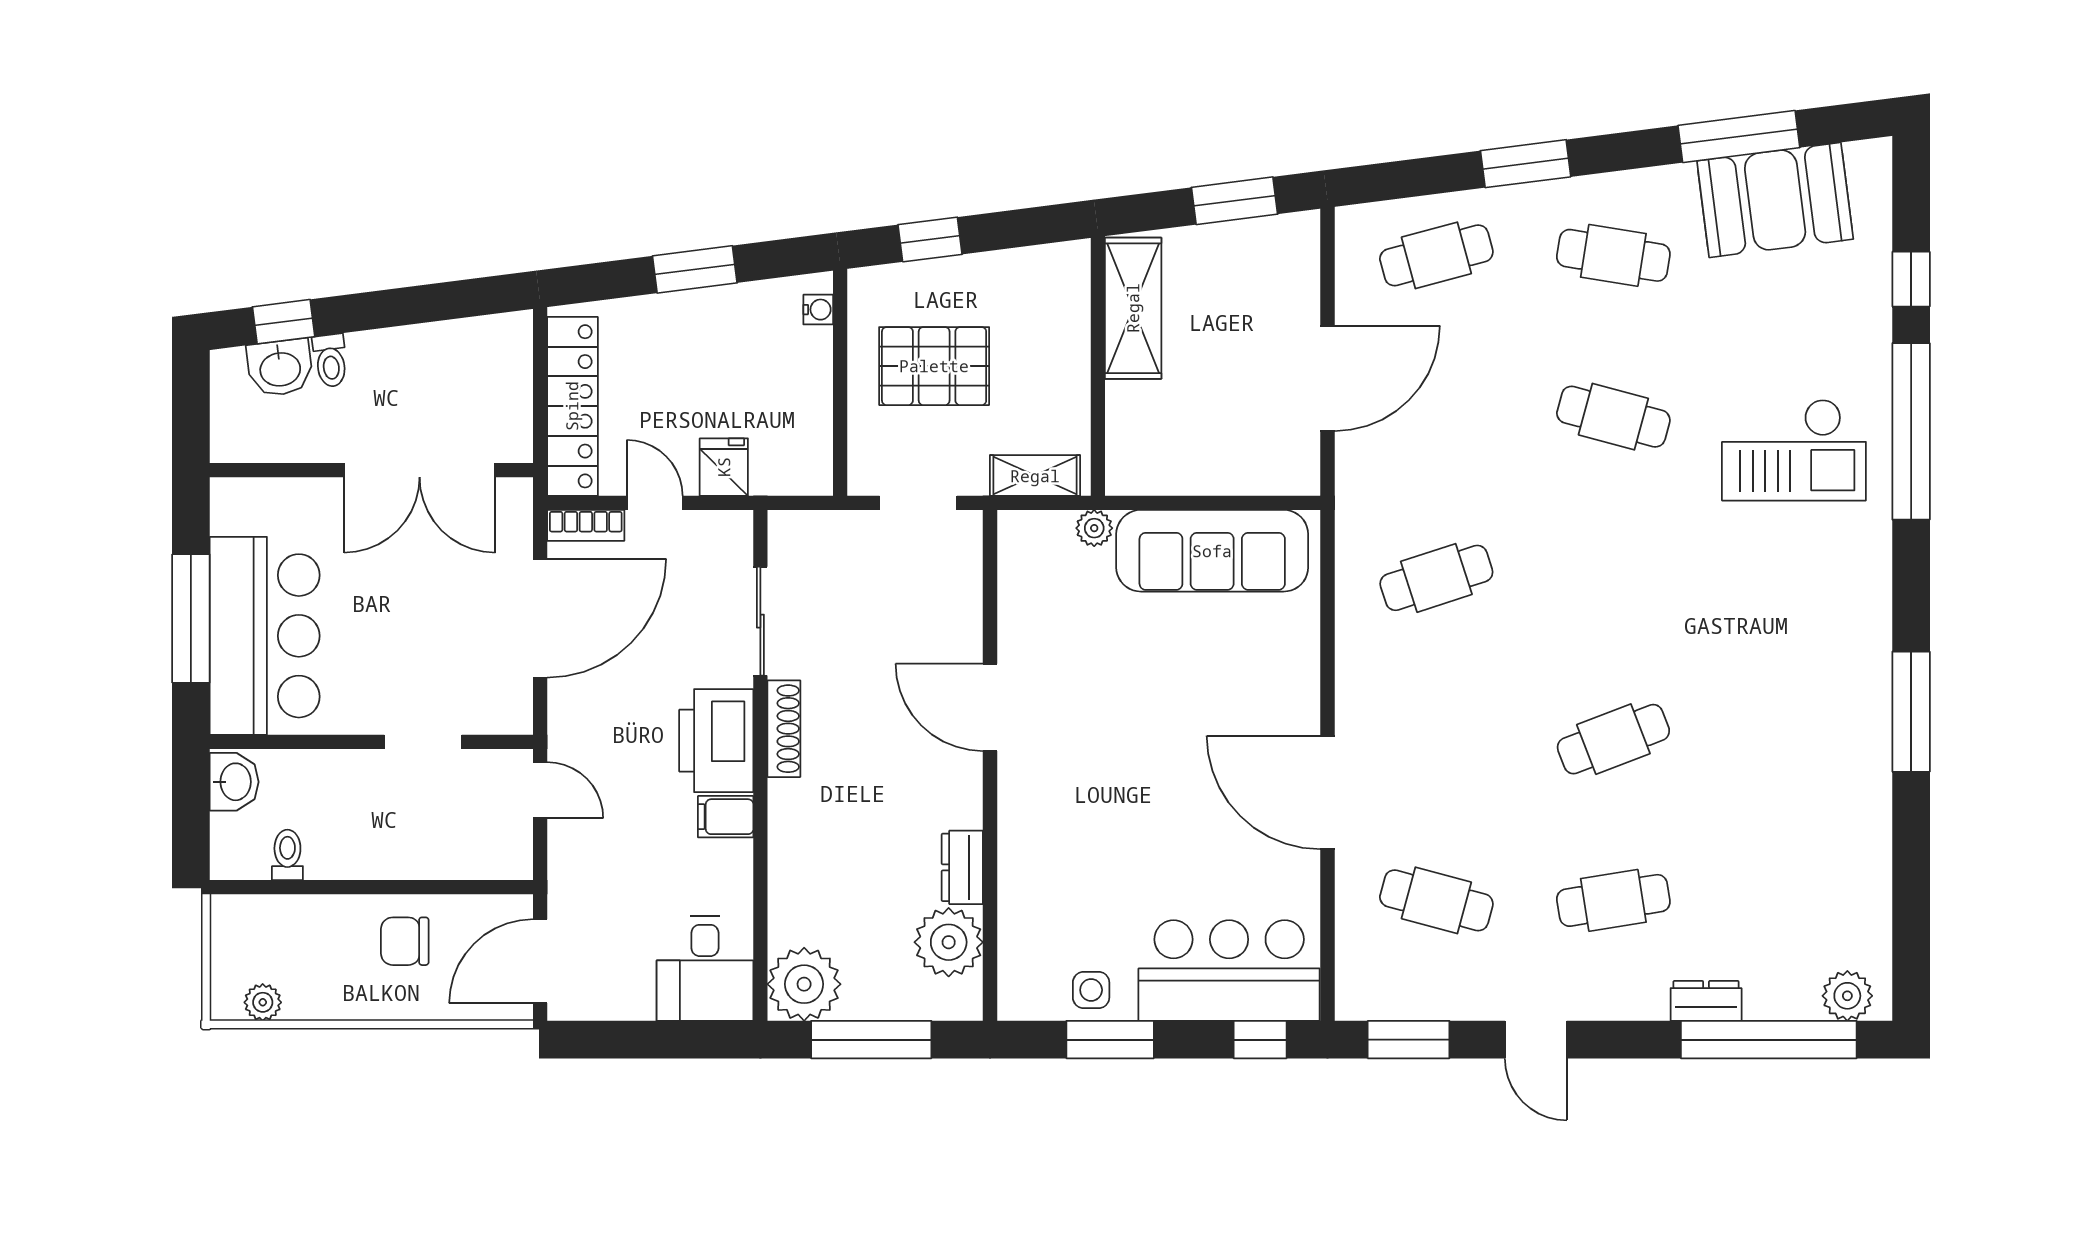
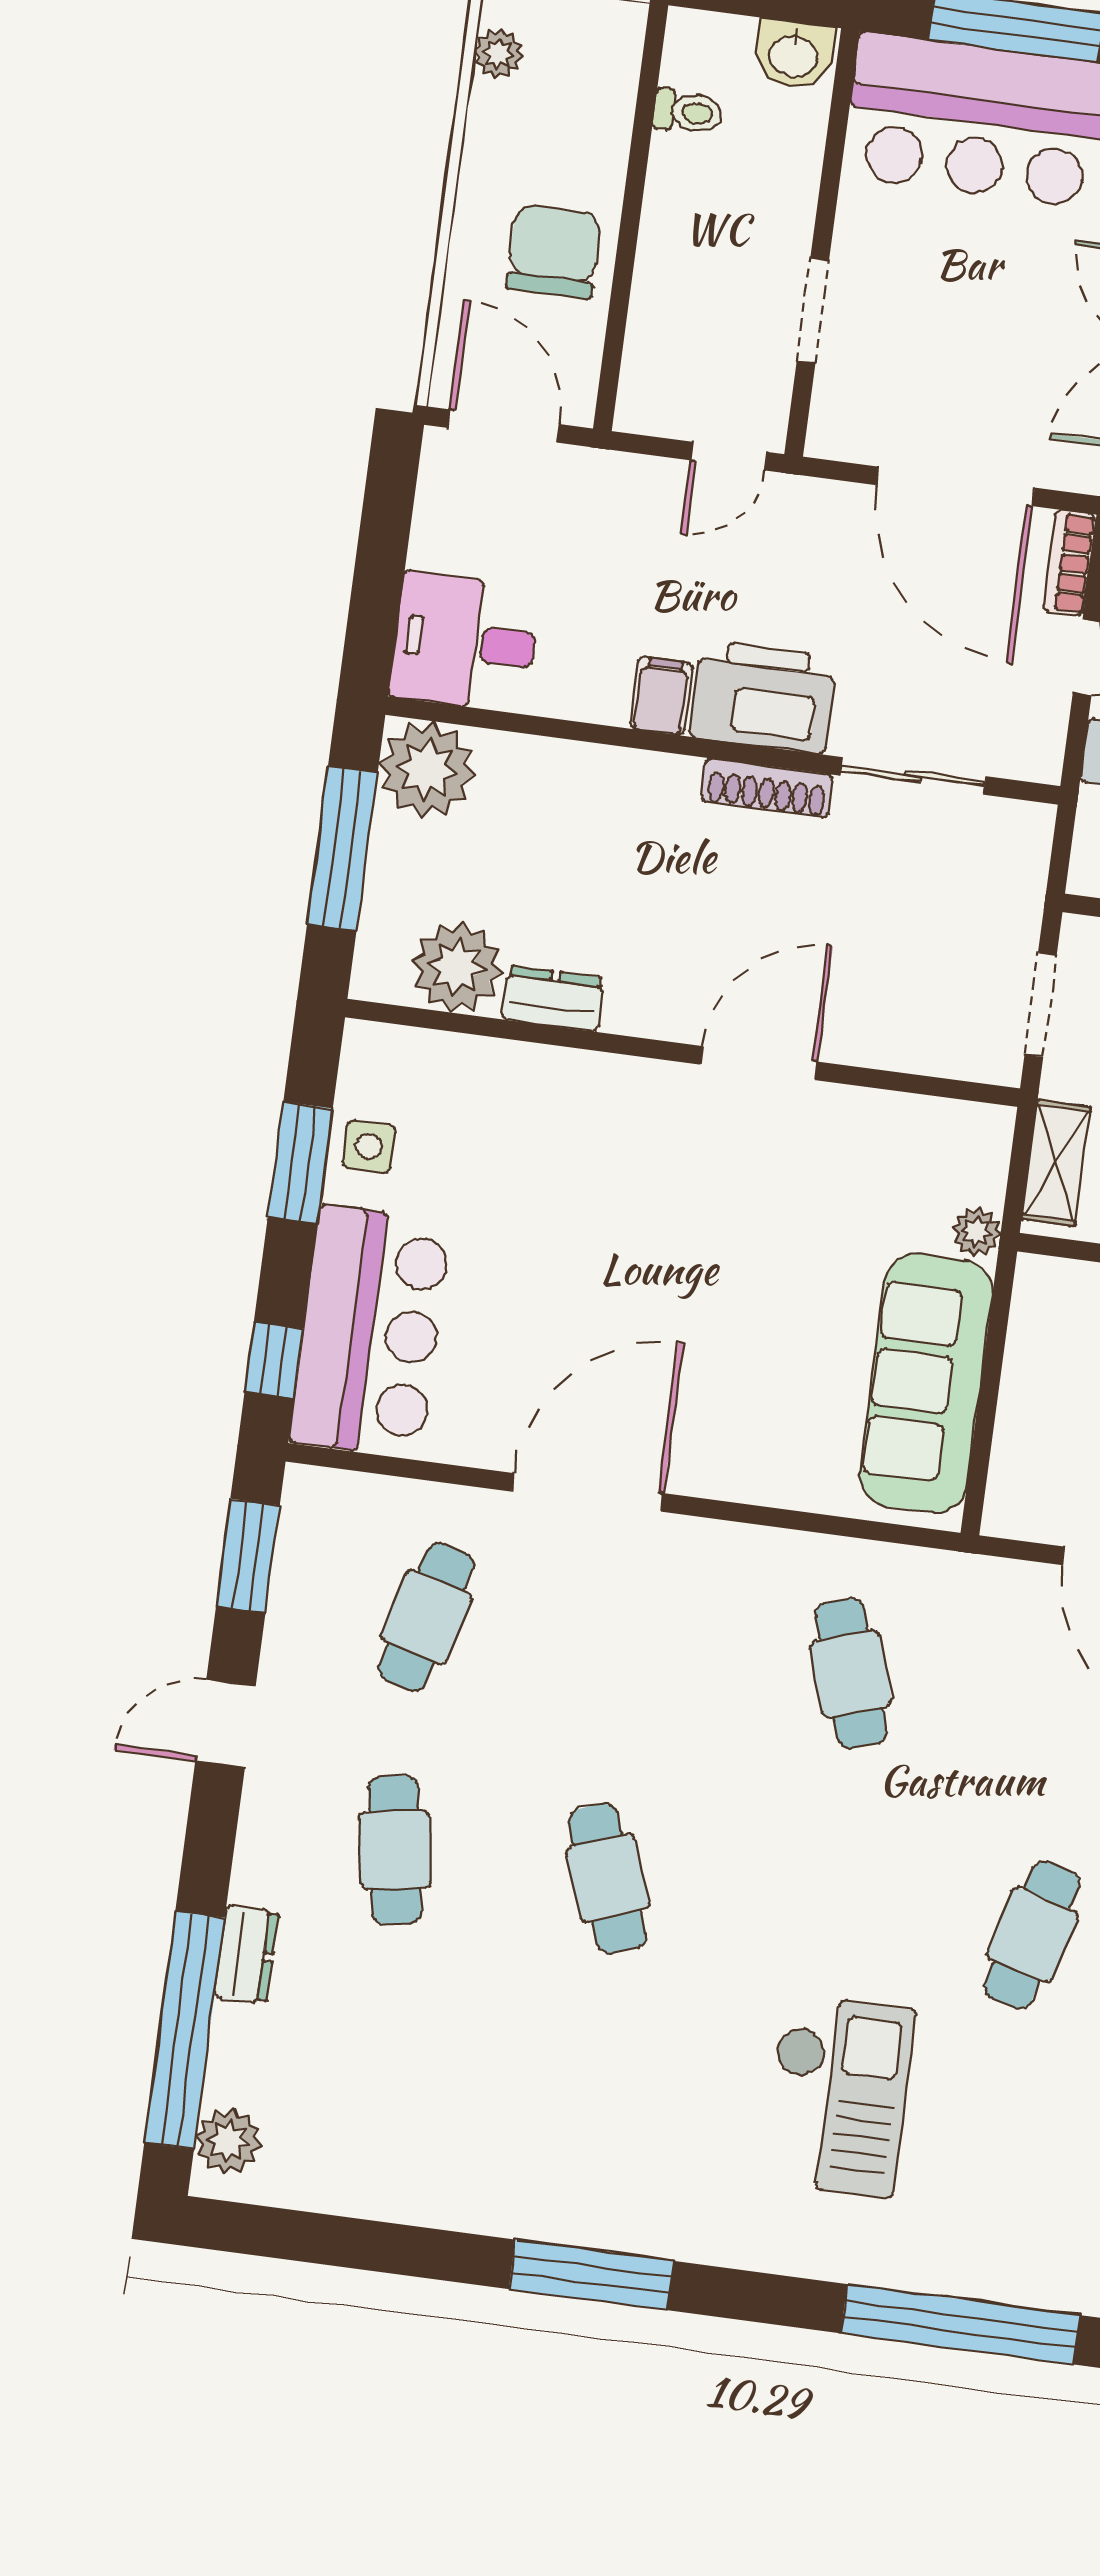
checkout: (1794, 450) -> (838, 2095), moved, turned 180
chair: (405, 941) -> (554, 251), width x1.37, depth x1.37

